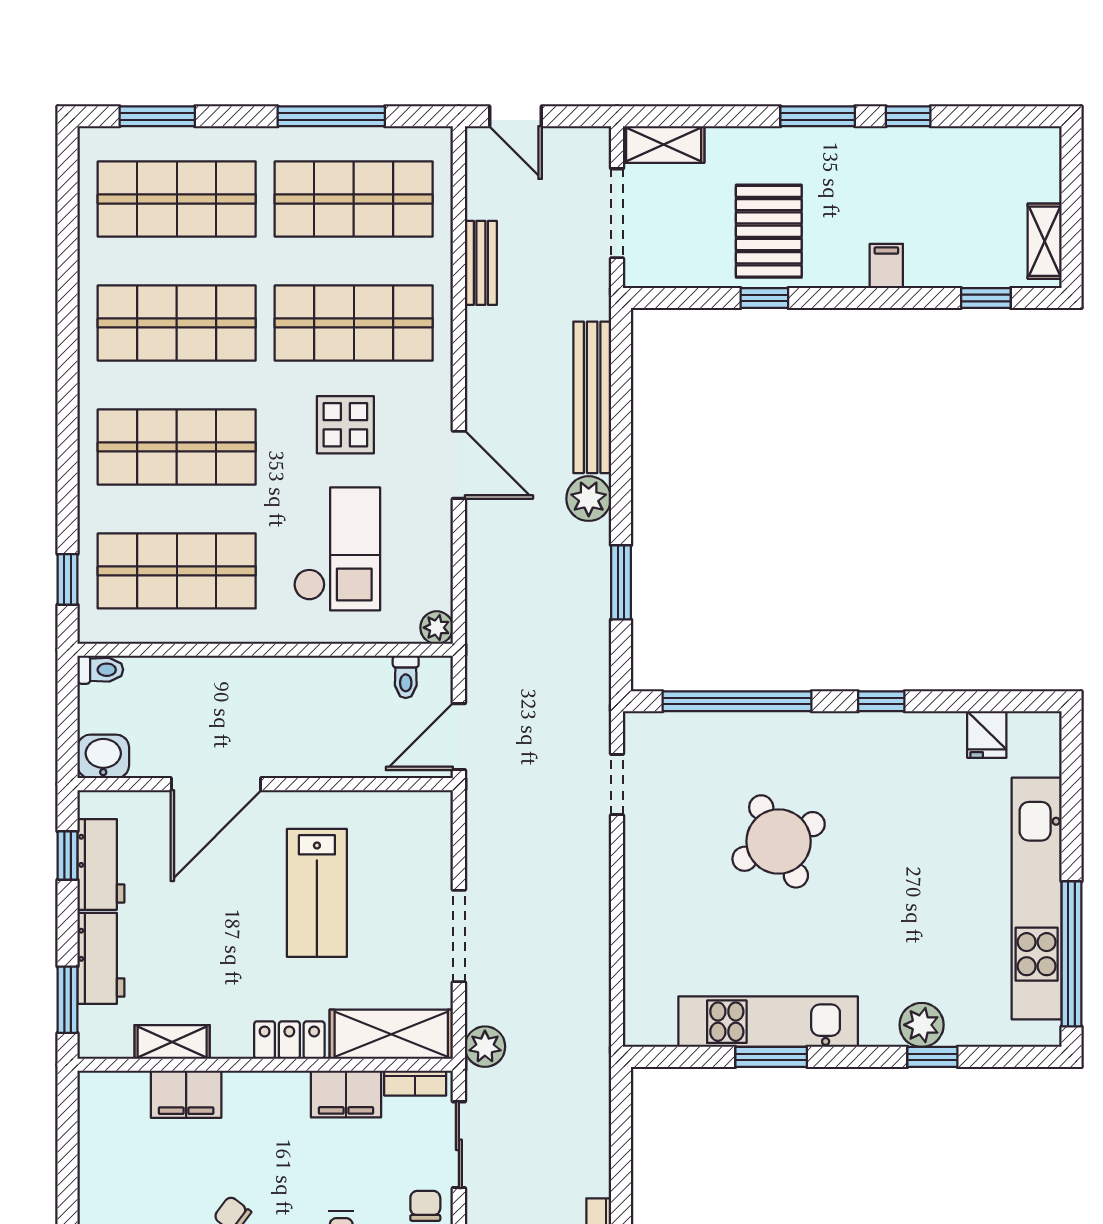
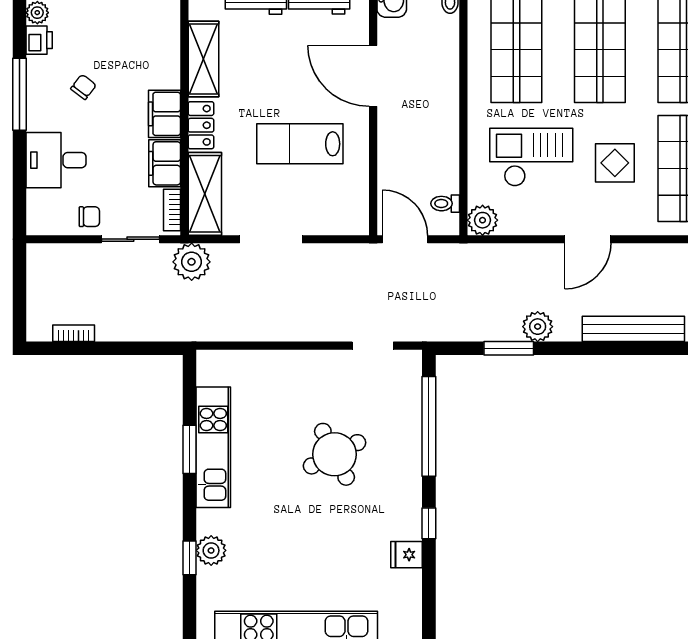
plant: (589, 499) -> (538, 327), moved
checkout: (337, 549) -> (531, 157), turned 180
plant: (437, 628) -> (483, 220), width x1.38, depth x1.38
fridge: (987, 734) -> (407, 555), moved
shelving: (172, 1042) -> (203, 59), width x1.50, depth x1.33
plant: (485, 1047) -> (192, 262), width x1.36, depth x1.36
filing cabinet: (186, 1094) -> (164, 114), moved

